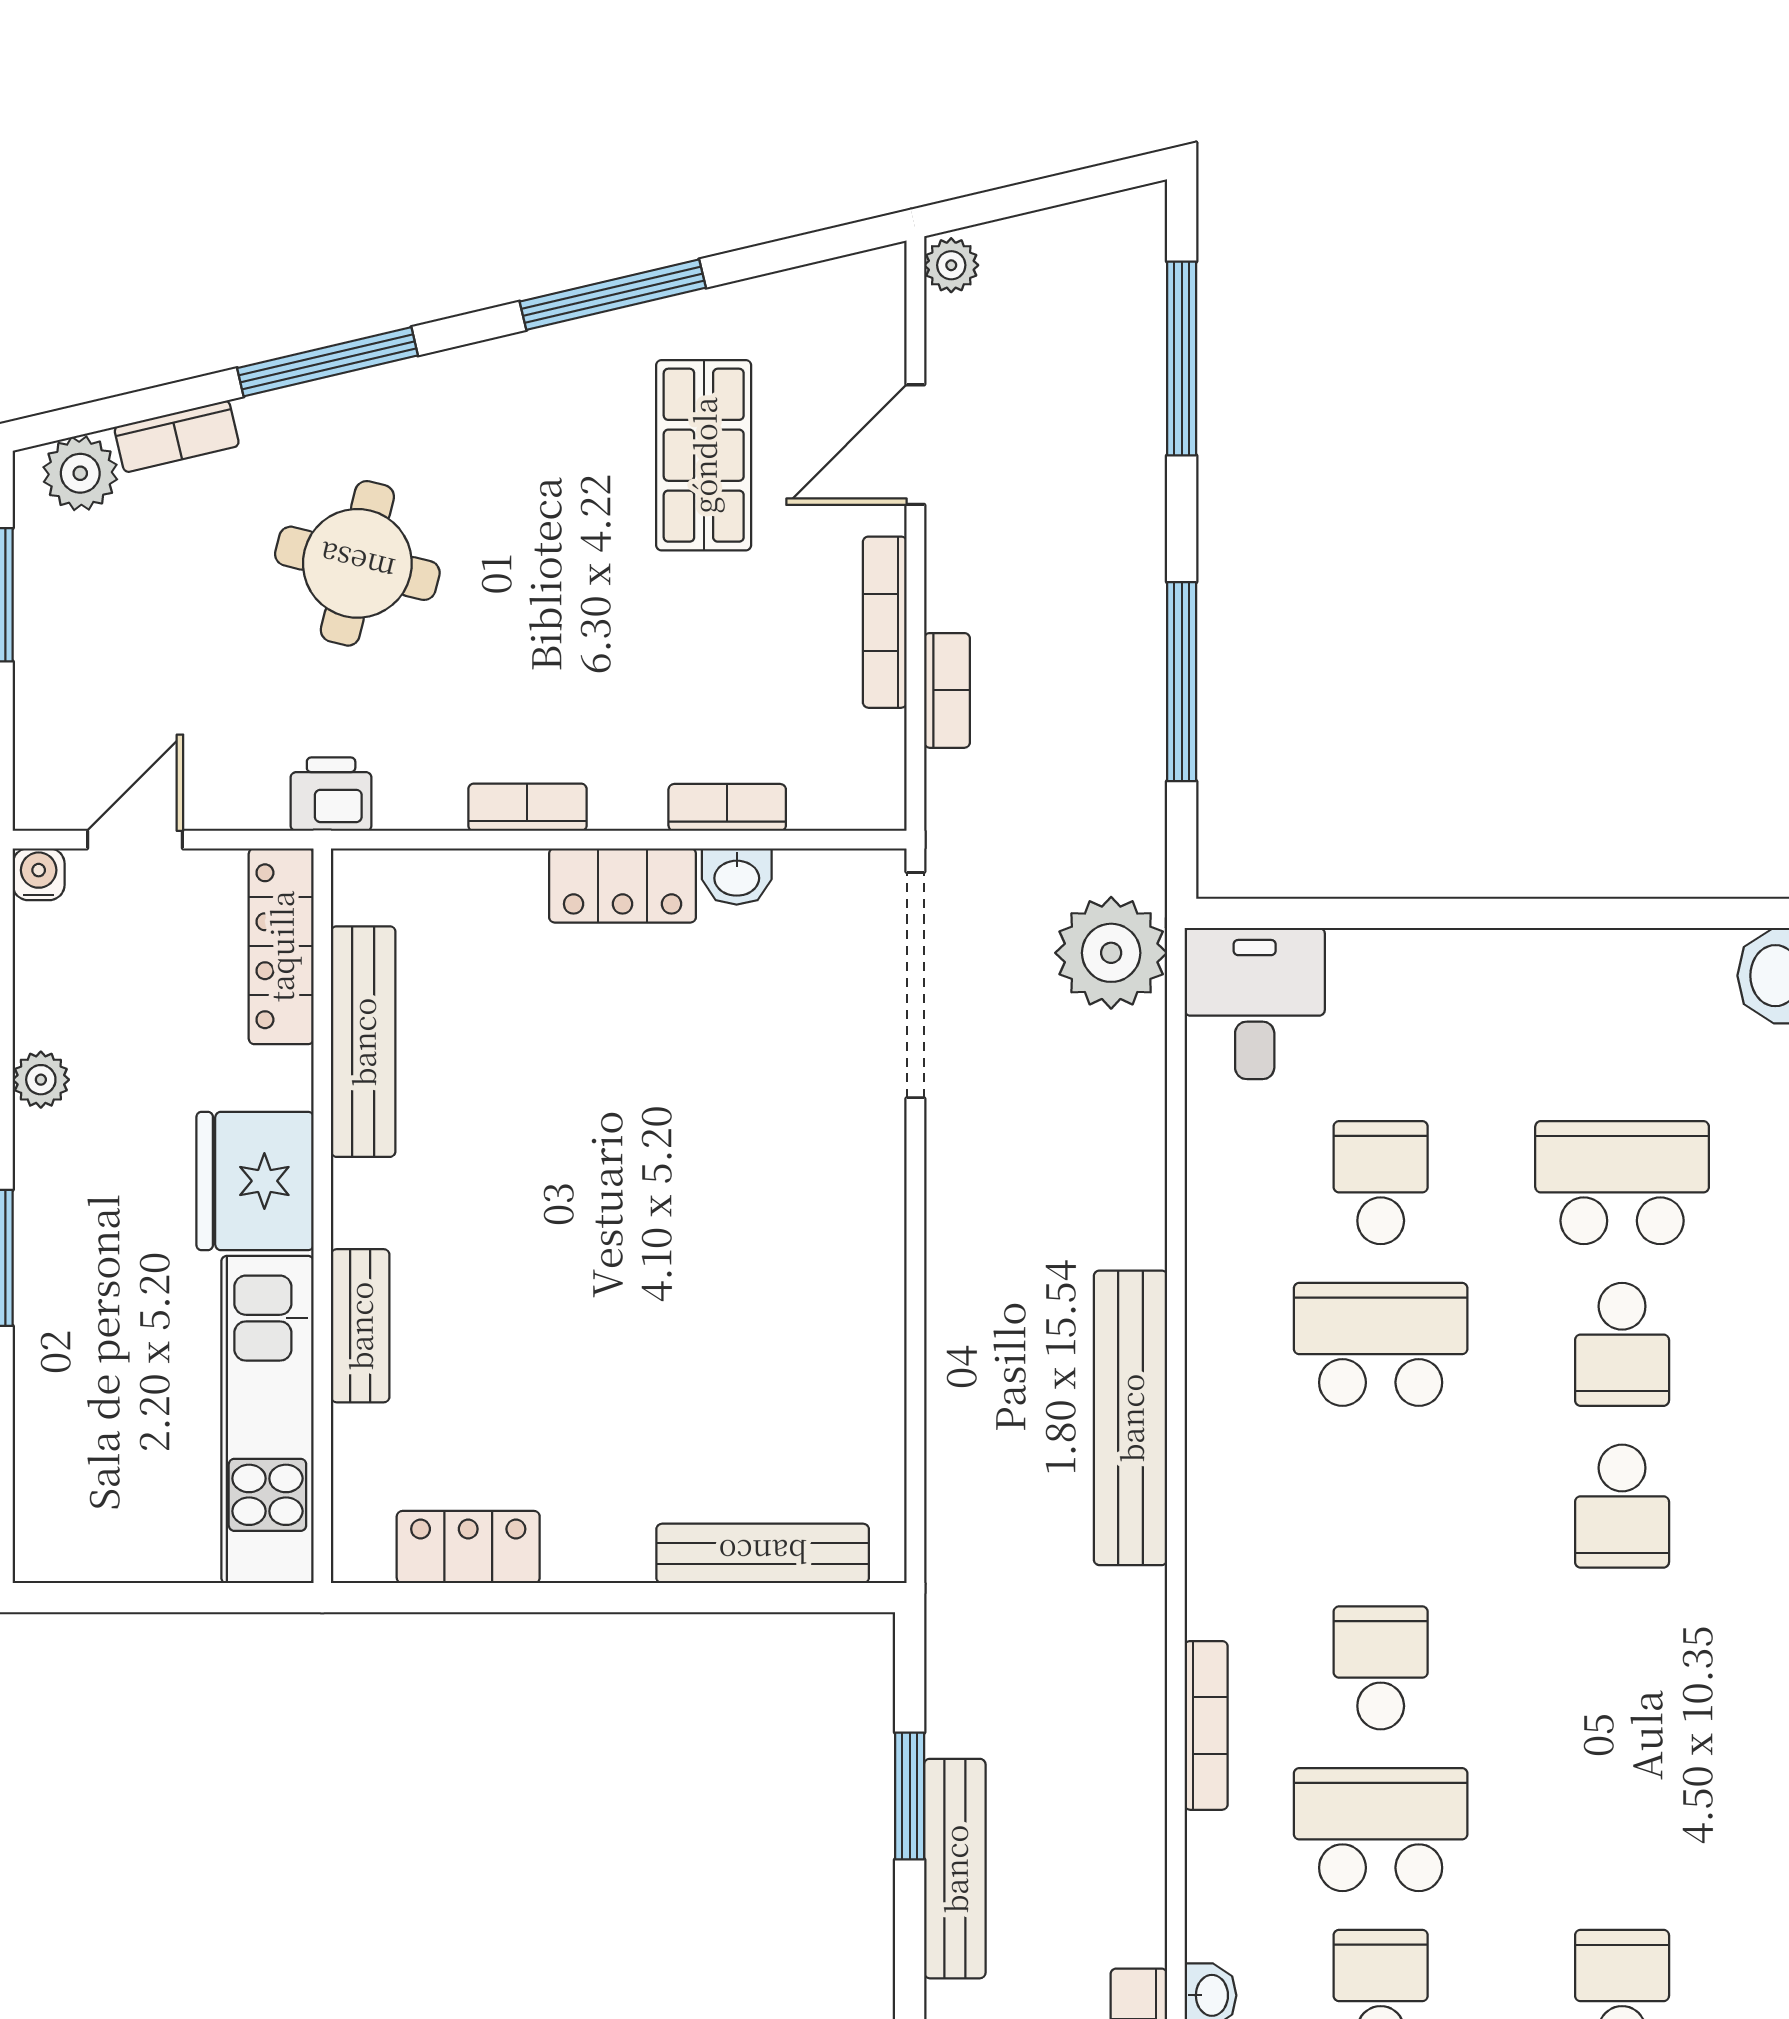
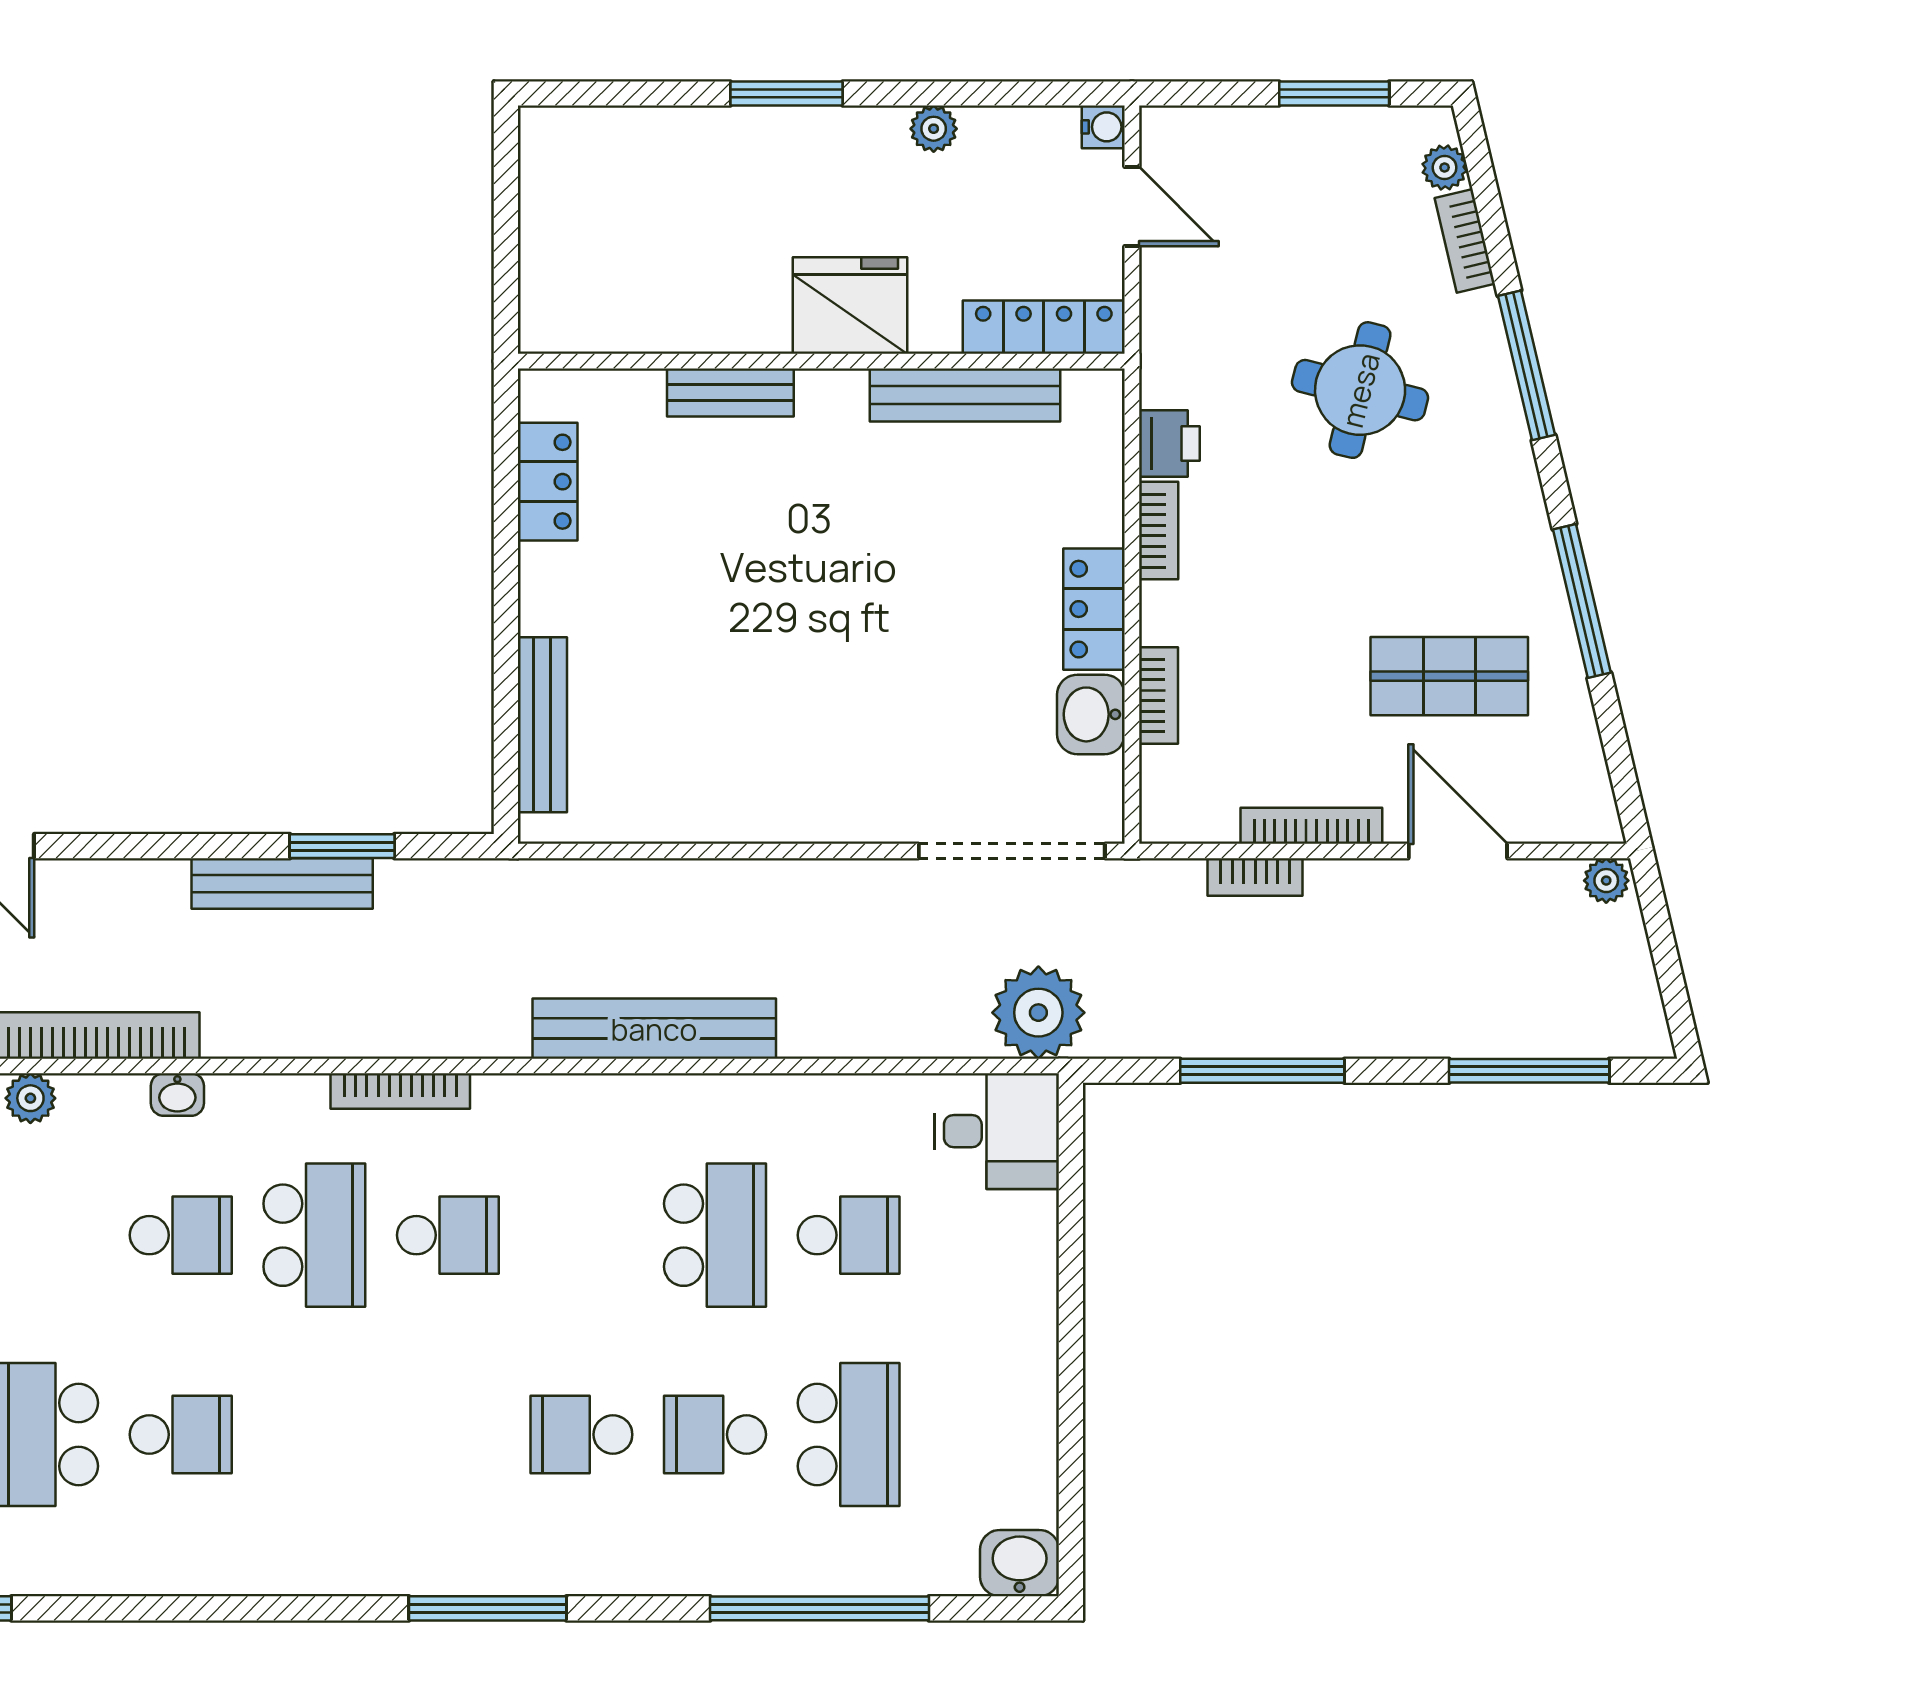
plant: (80, 473) -> (1445, 168), width x0.73, depth x0.73
printer: (331, 794) -> (1169, 444), moved
washbasin: (737, 877) -> (1091, 714), width x1.38, depth x1.45
kitchen unit: (267, 1420) -> (653, 316), removed

